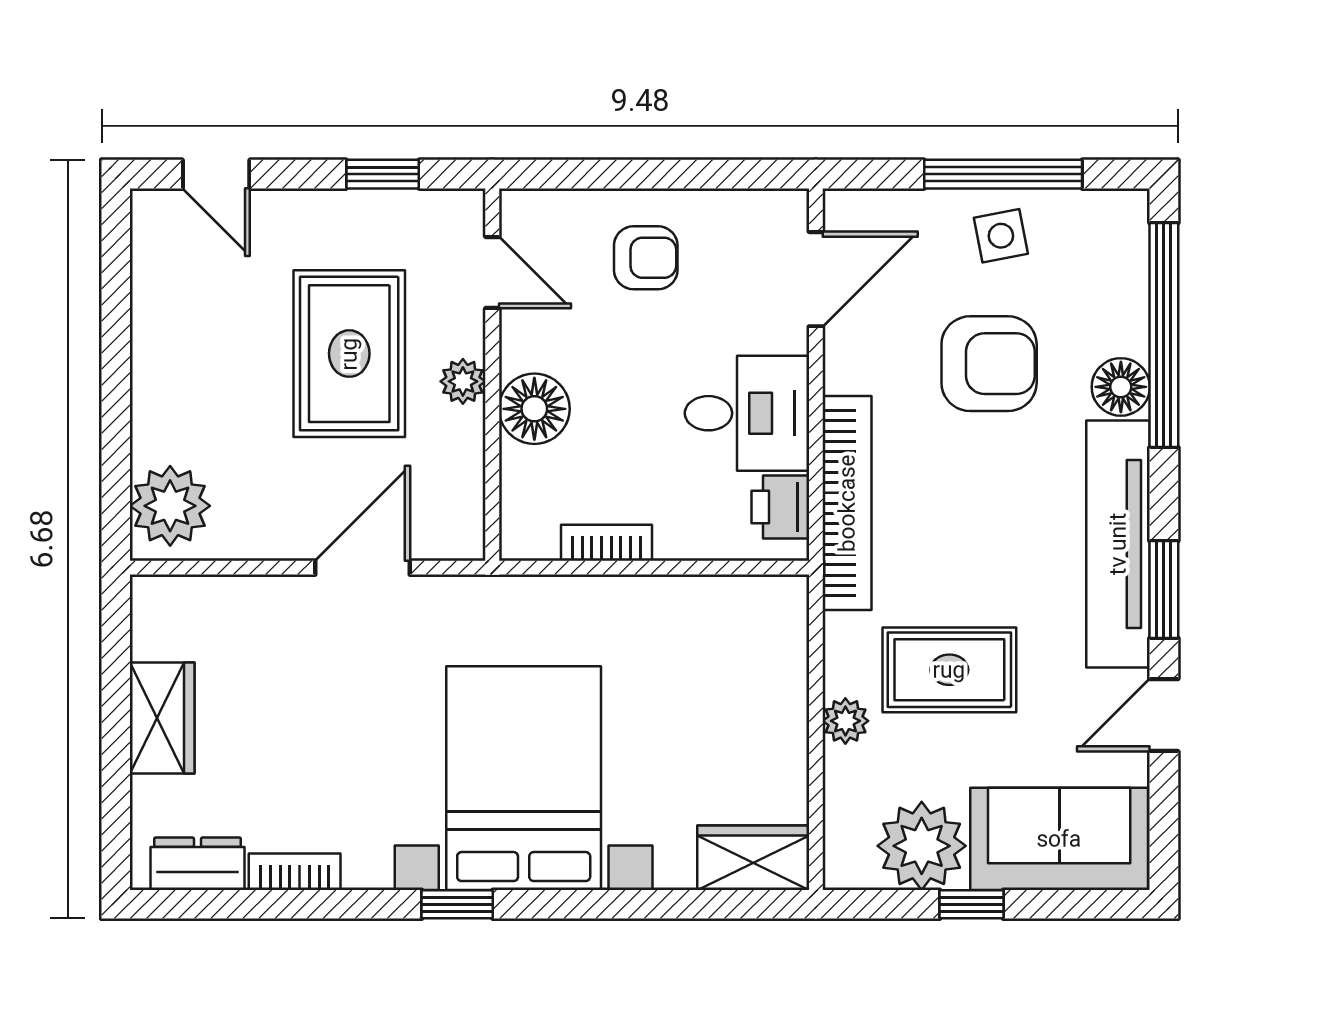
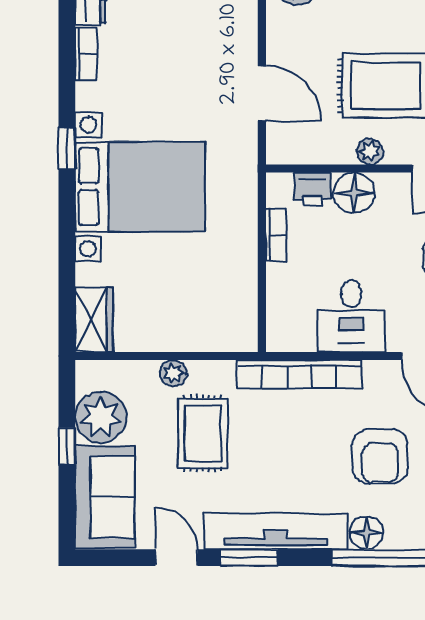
printer: (780, 507) -> (313, 189), moved, turned 180

